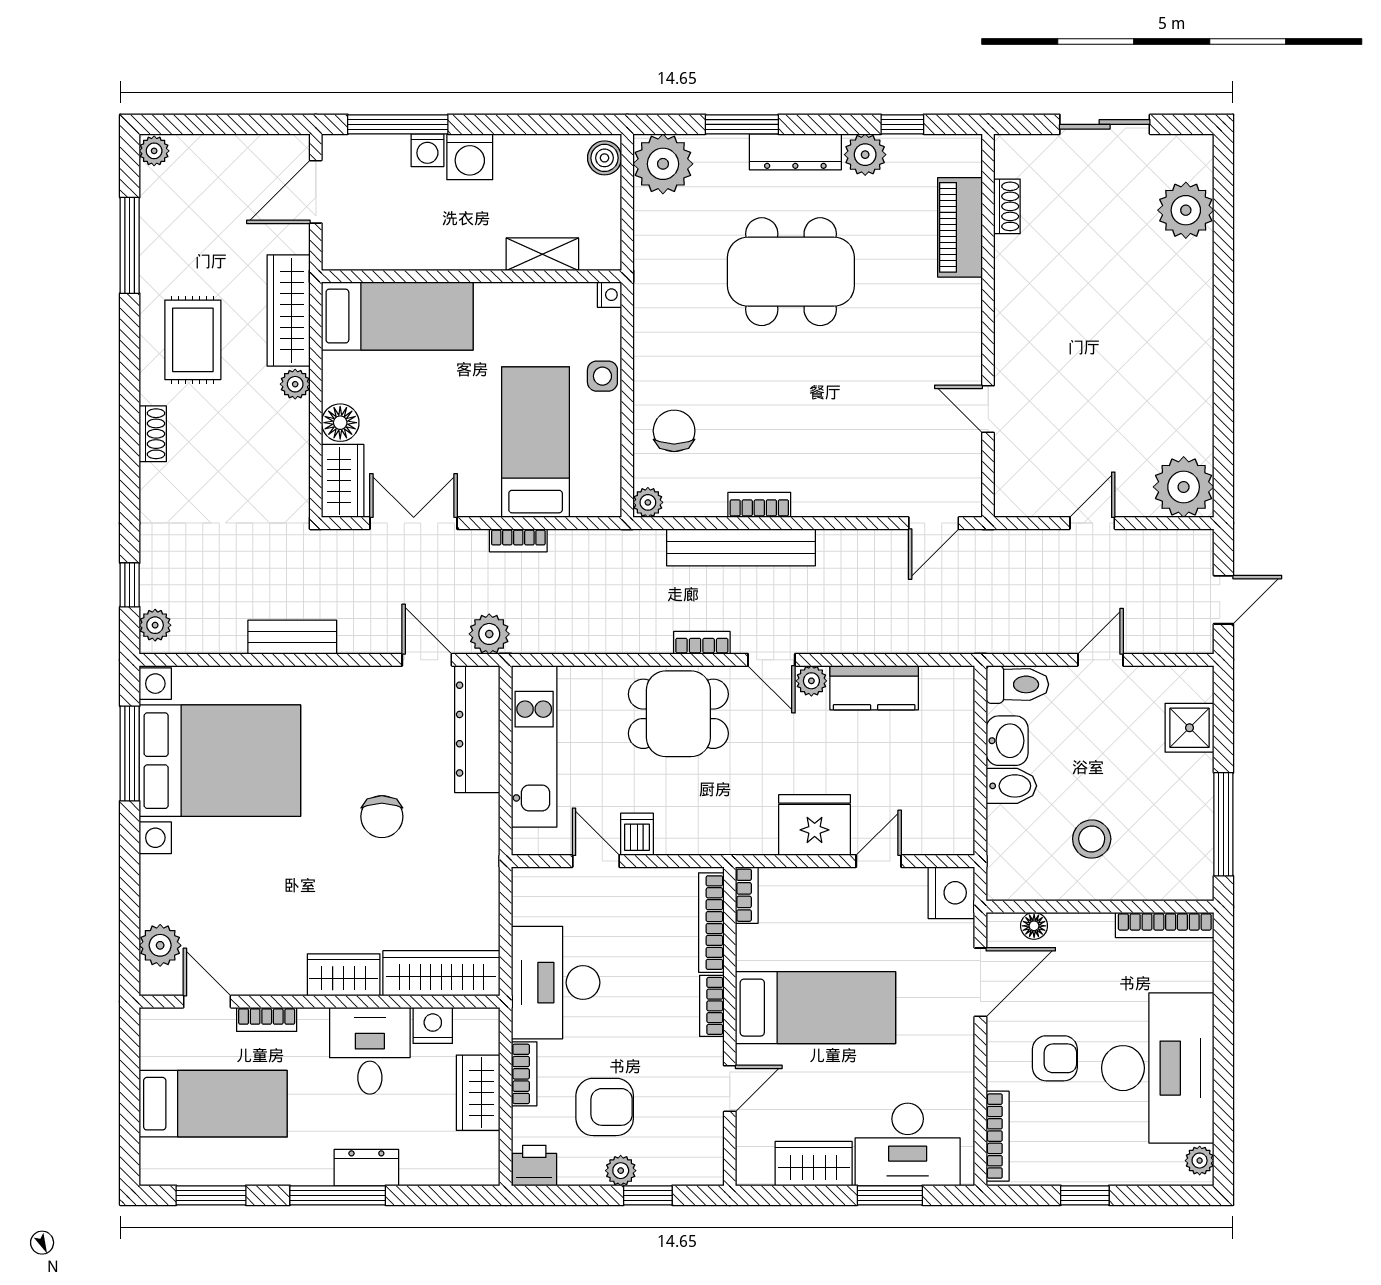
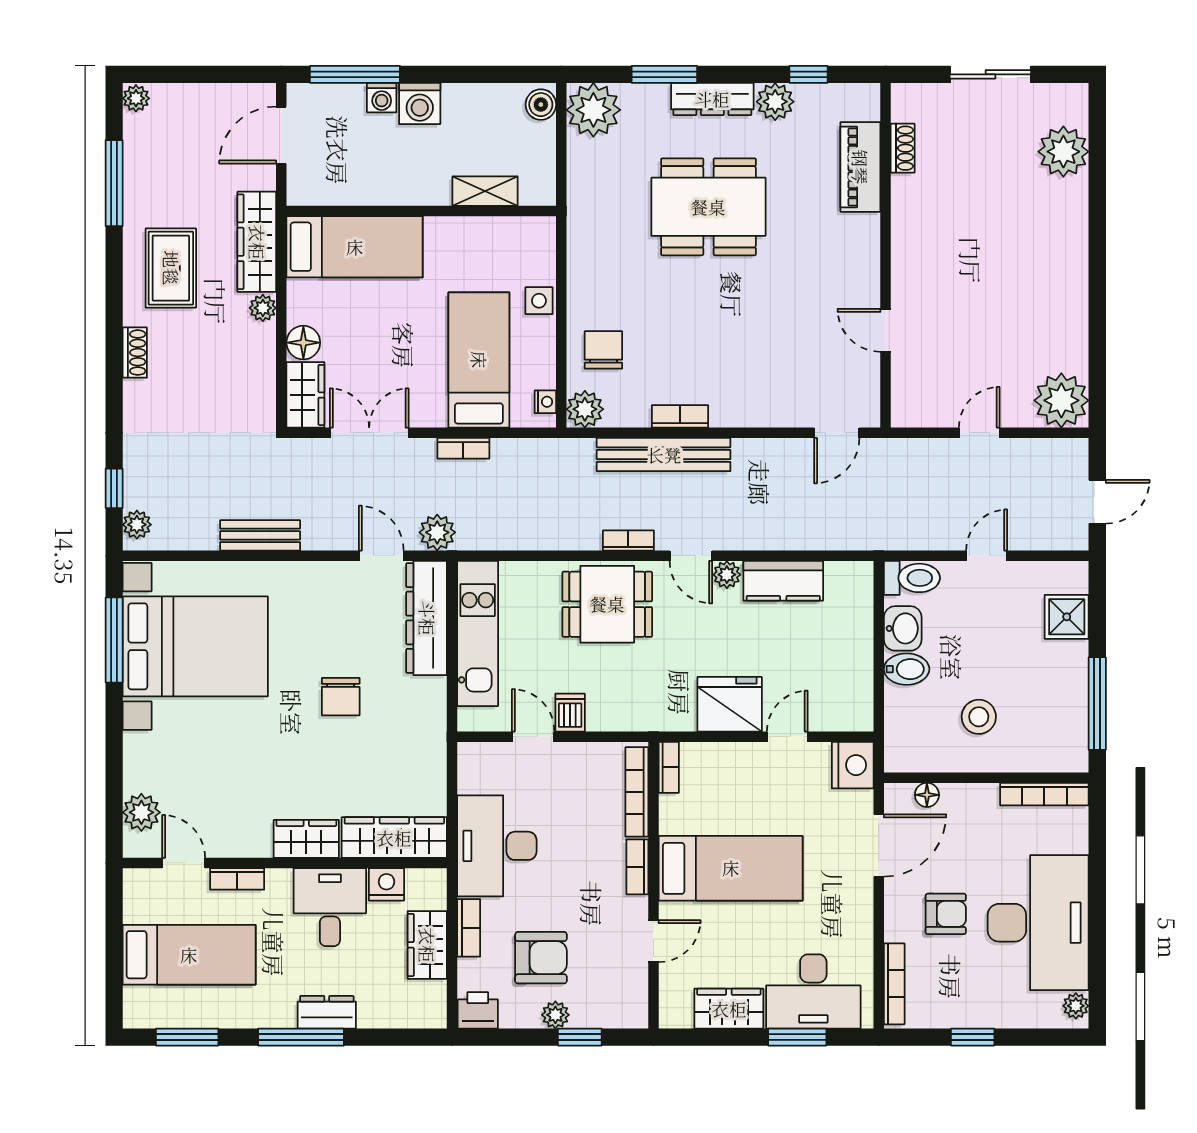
nightstand: (609, 295) -> (545, 402), moved
plant: (648, 502) -> (585, 409), width x1.38, depth x1.38

